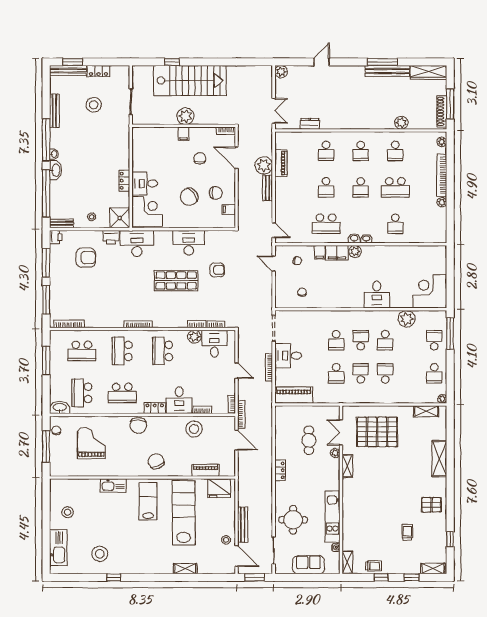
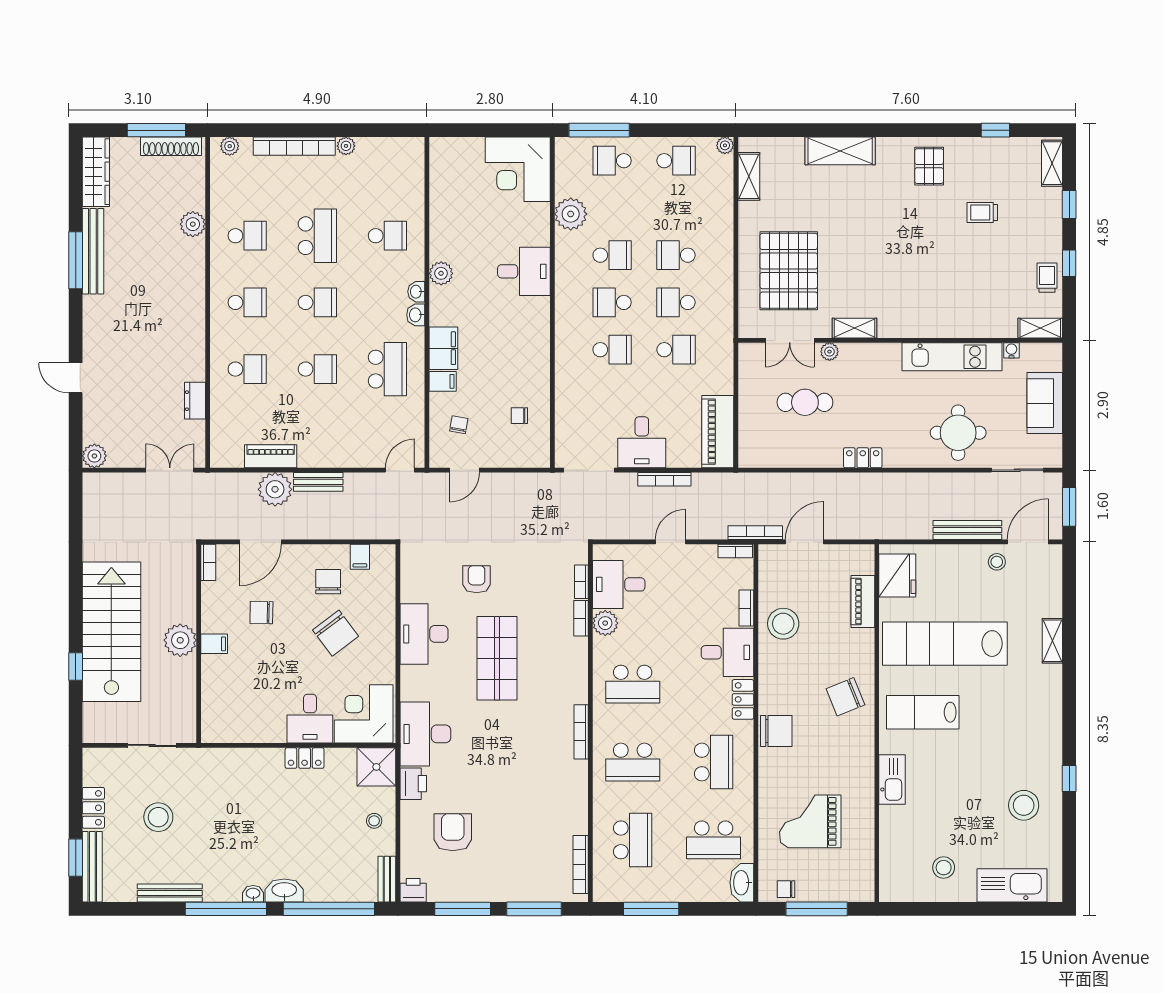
plant: (355, 251) -> (441, 273), moved

